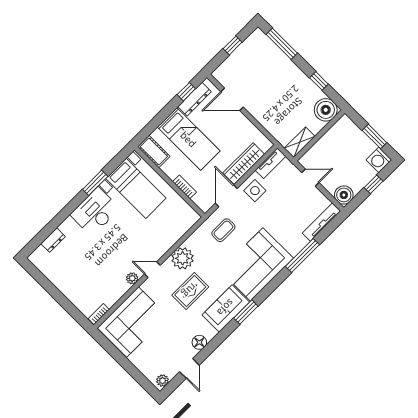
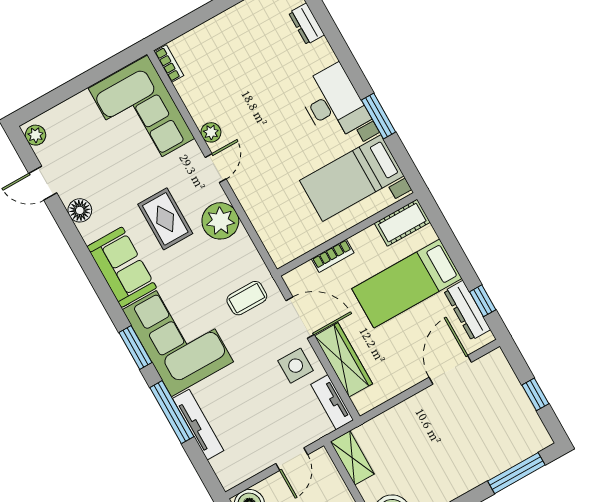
tv unit: (321, 222) -> (198, 425), moved
coffee table: (223, 230) -> (247, 298), turned 90
window: (246, 312) -> (135, 347), moved

